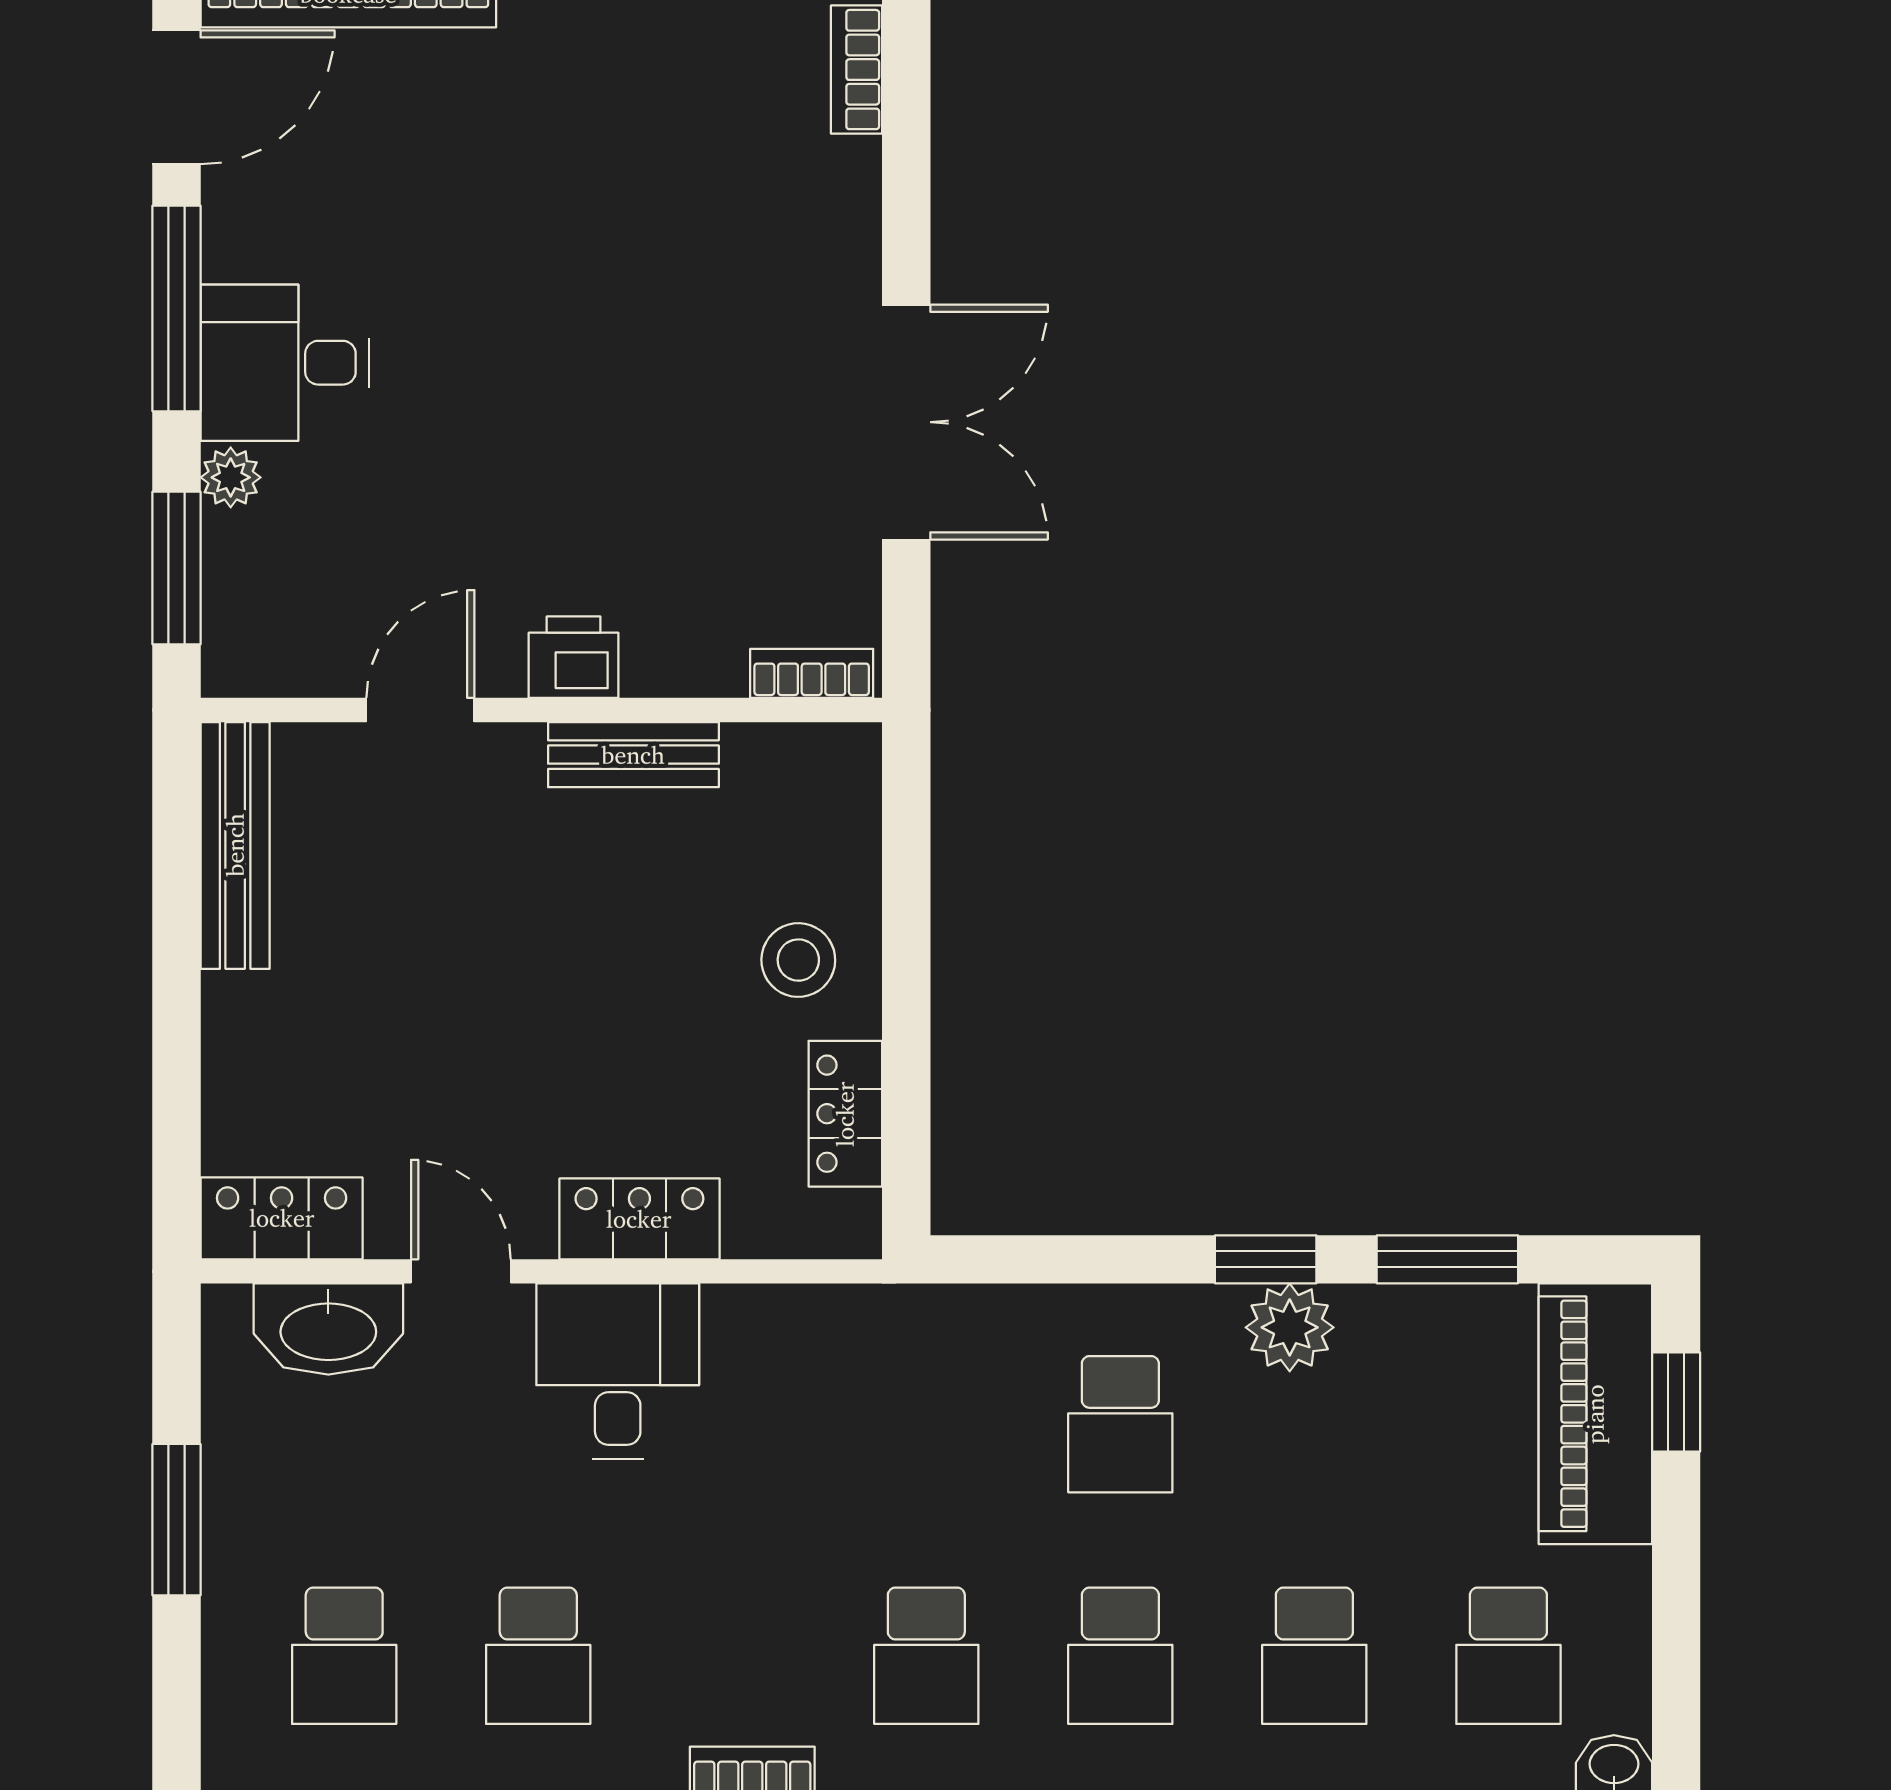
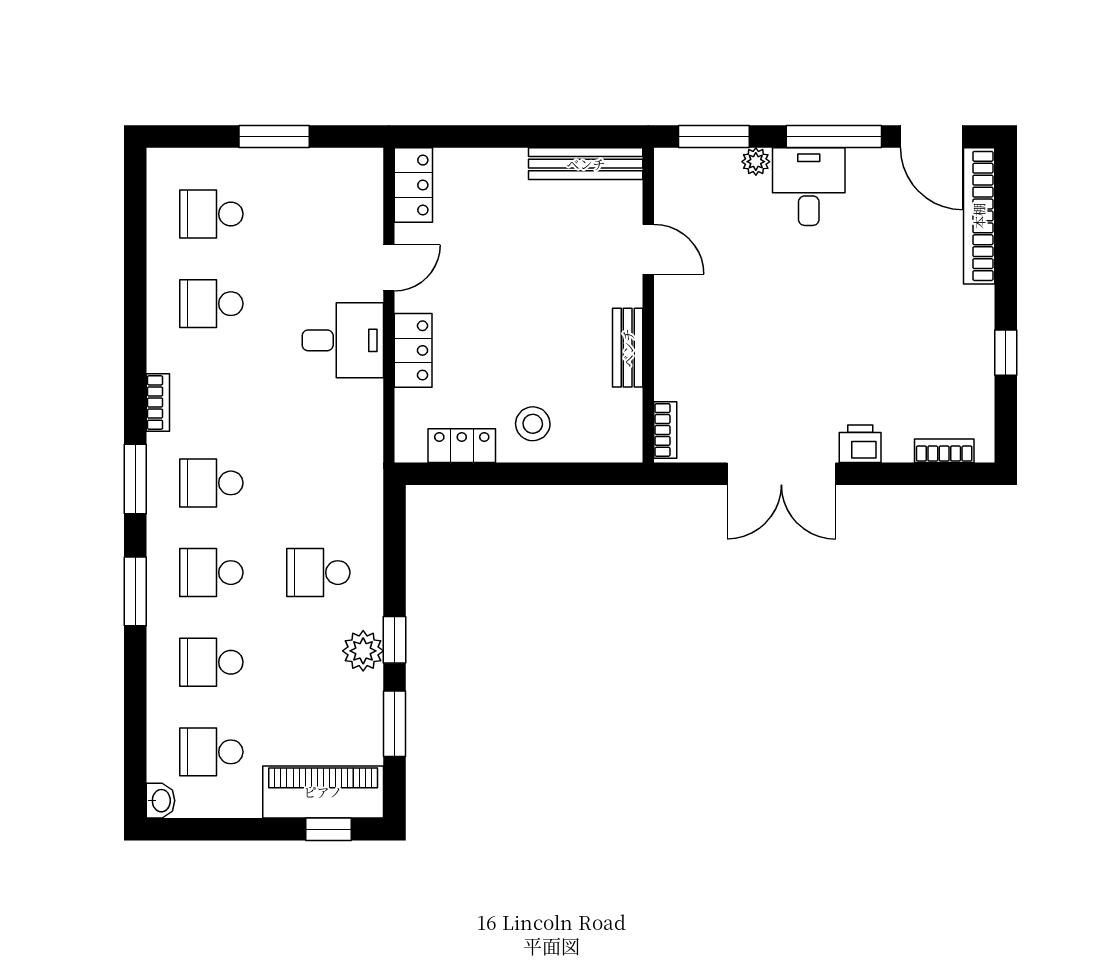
printer: (574, 657) -> (860, 444), moved, turned -90
washbasin: (328, 1329) -> (362, 207), removed

